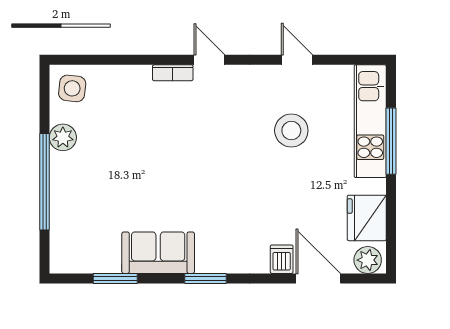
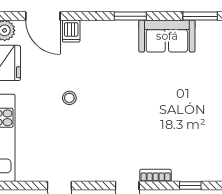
window: (128, 60) -> (190, 185), added
stool: (291, 131) -> (69, 98), moved, width x0.53, depth x0.53

